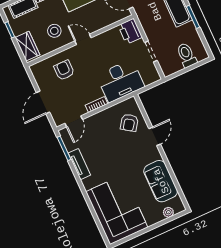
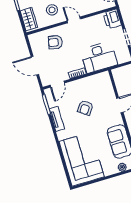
armchair: (64, 70) -> (55, 42), turned -79
door: (43, 102) -> (35, 66), hinge flipped
armchair: (129, 123) -> (85, 108), moved

